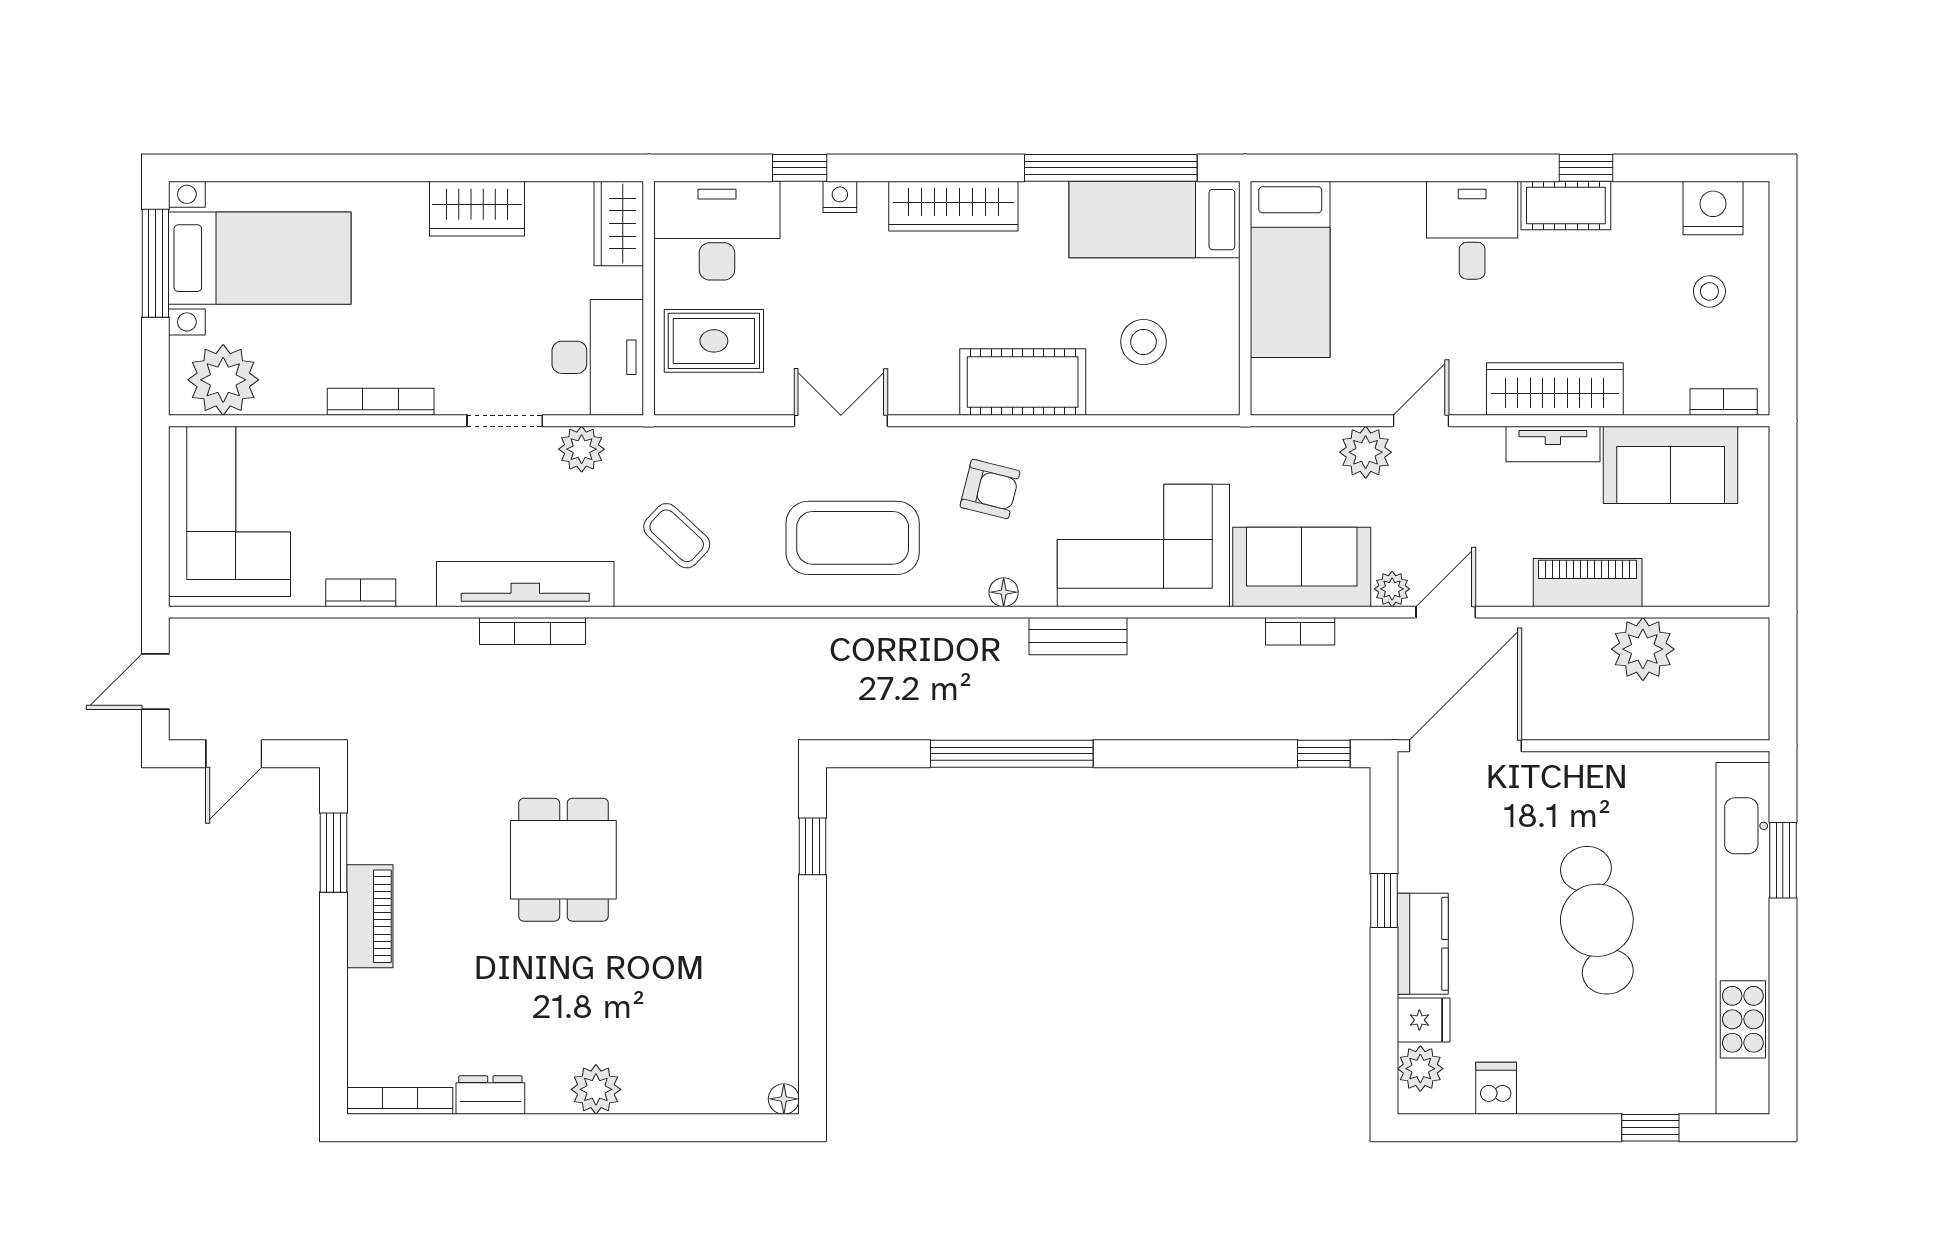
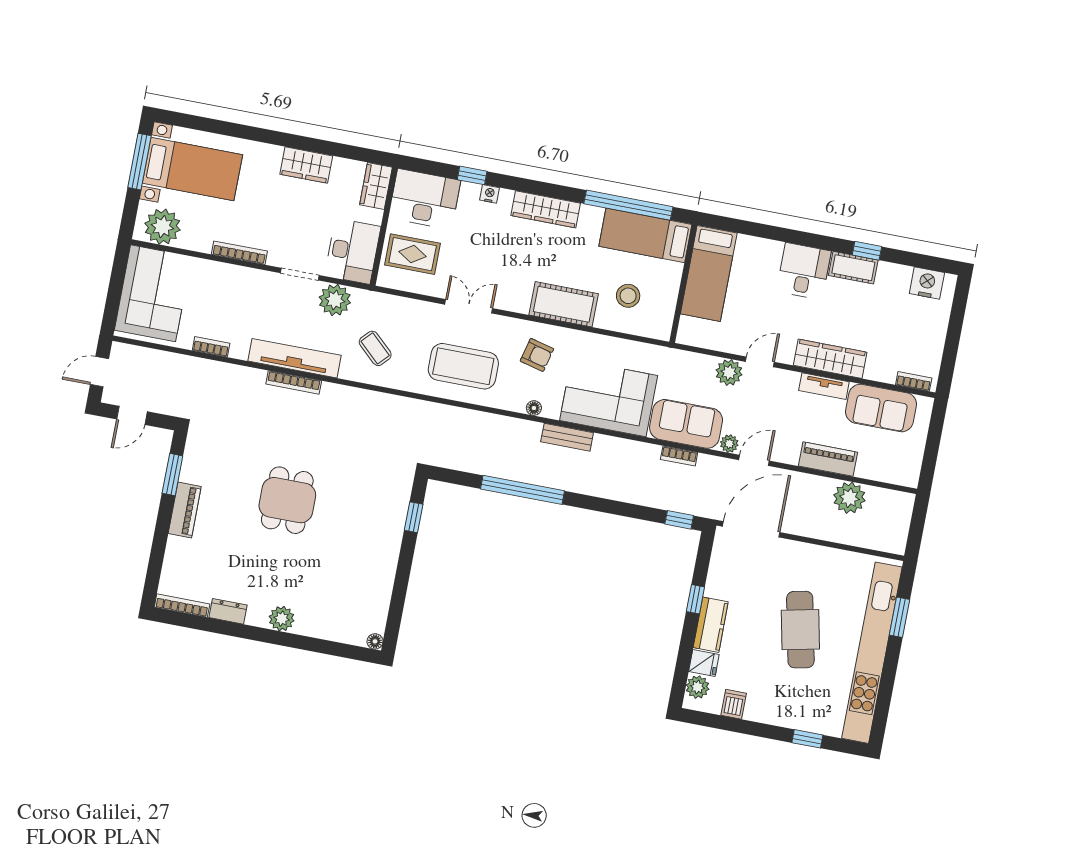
stool: (1709, 291) -> (917, 325), removed
plant: (582, 449) -> (335, 300), width x1.36, depth x1.36

